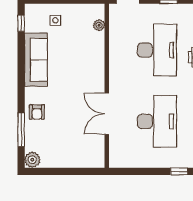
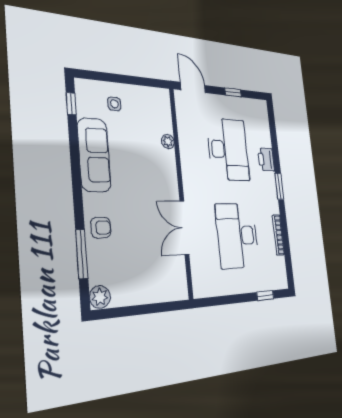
plant: (99, 25) -> (168, 142), moved
armchair: (37, 112) -> (101, 228), turned -90
desk: (157, 121) -> (237, 235), turned 180

